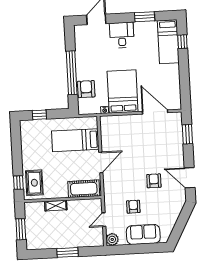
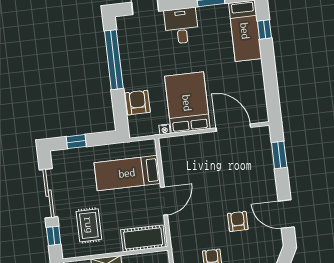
window: (72, 73) -> (114, 60), moved
sliding door: (17, 151) -> (49, 193), added
rug: (34, 183) -> (89, 225), moved

